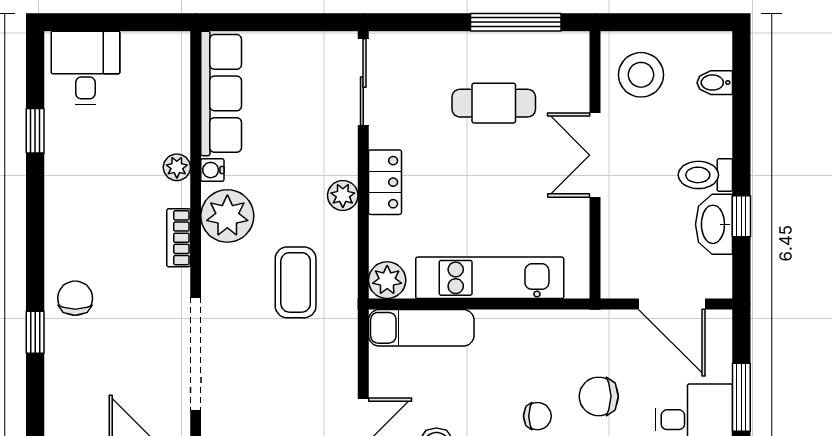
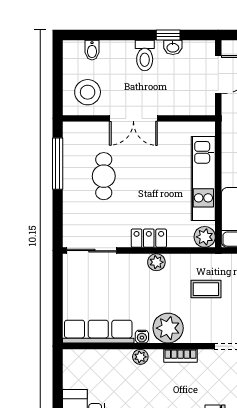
washbasin: (714, 224) -> (173, 47), width x0.52, depth x0.69
coffee table: (296, 282) -> (206, 289), width x0.73, depth x0.77

